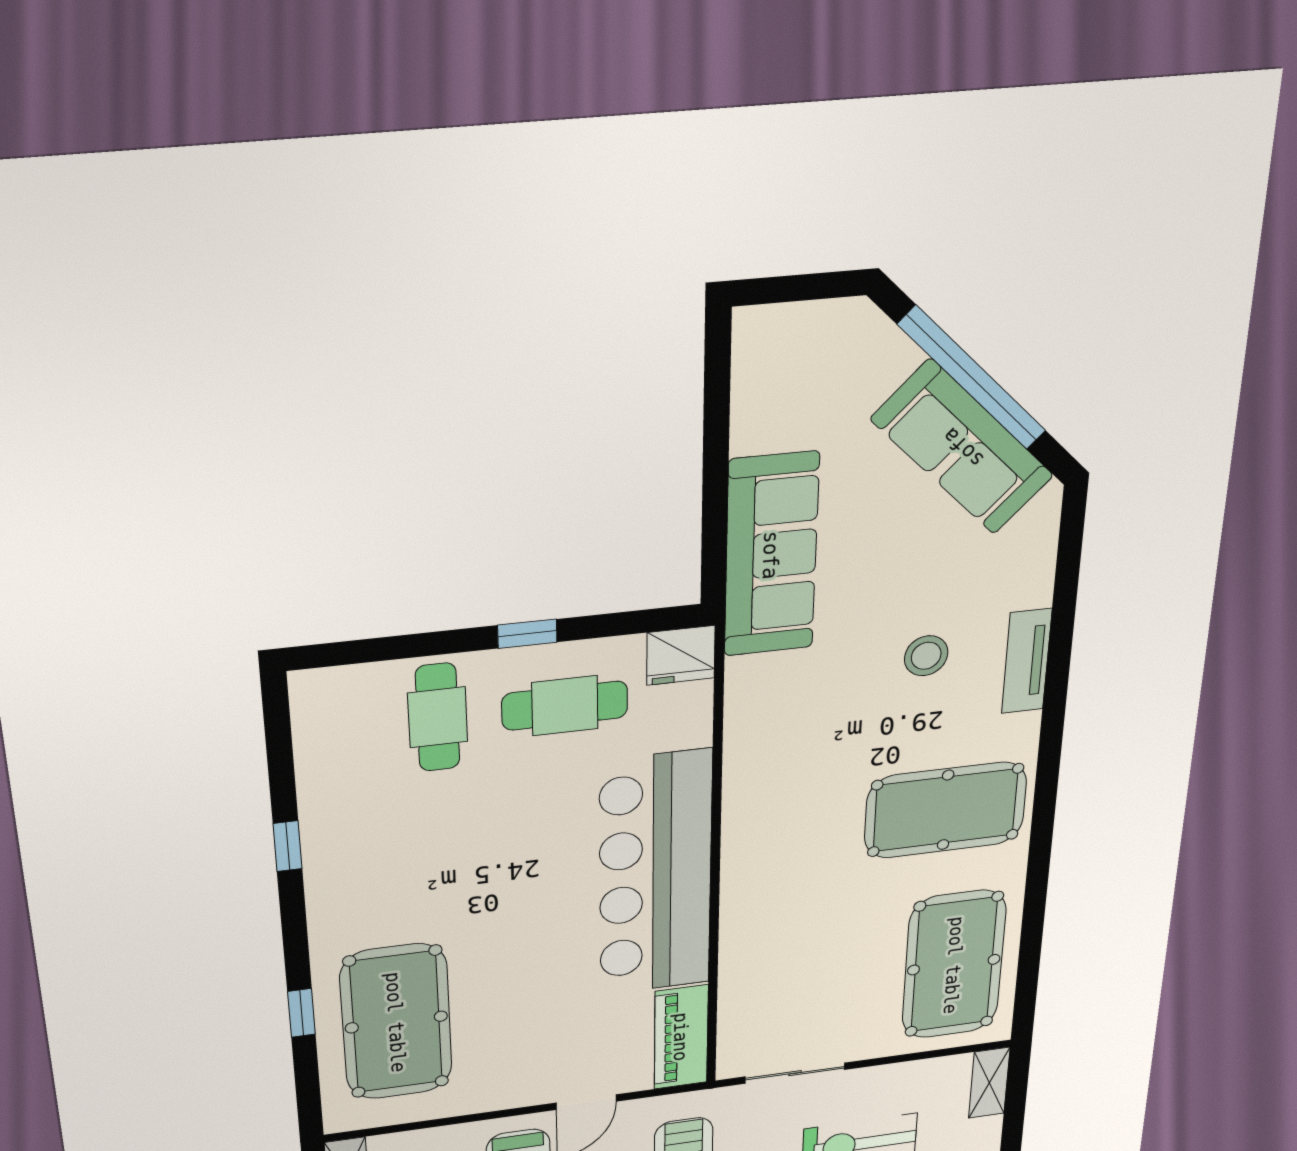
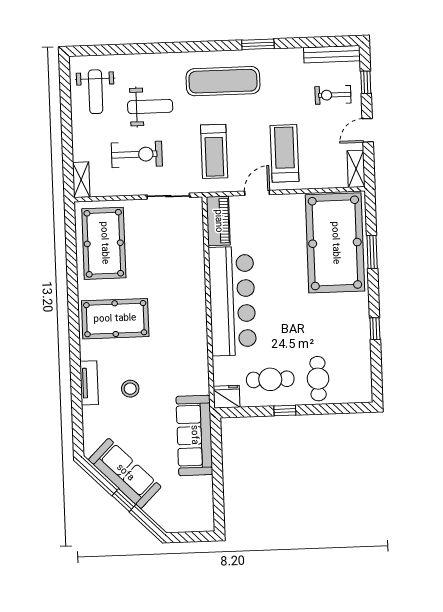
window: (972, 378) -> (124, 500), width x0.32
window: (301, 1013) -> (372, 252), width x1.50
pool table: (396, 1022) -> (335, 243), width x1.36, depth x1.32

